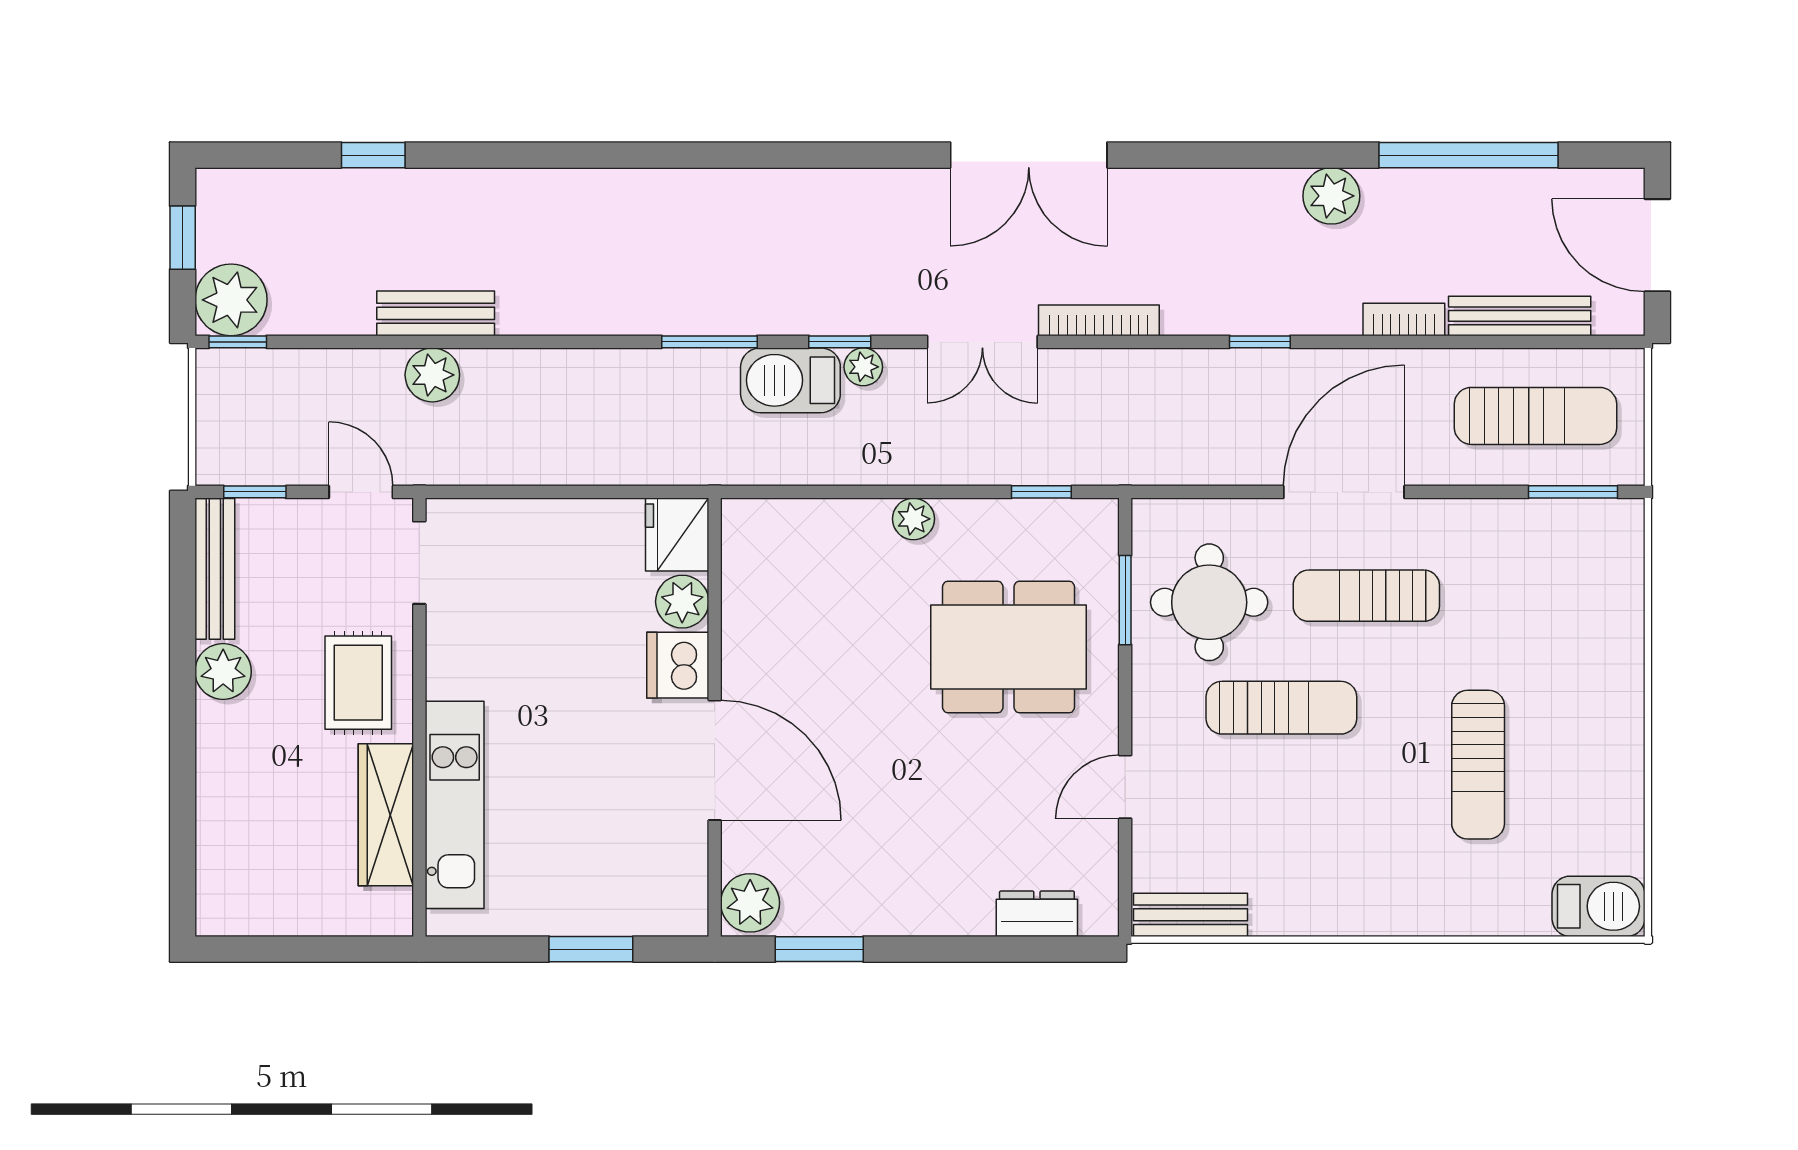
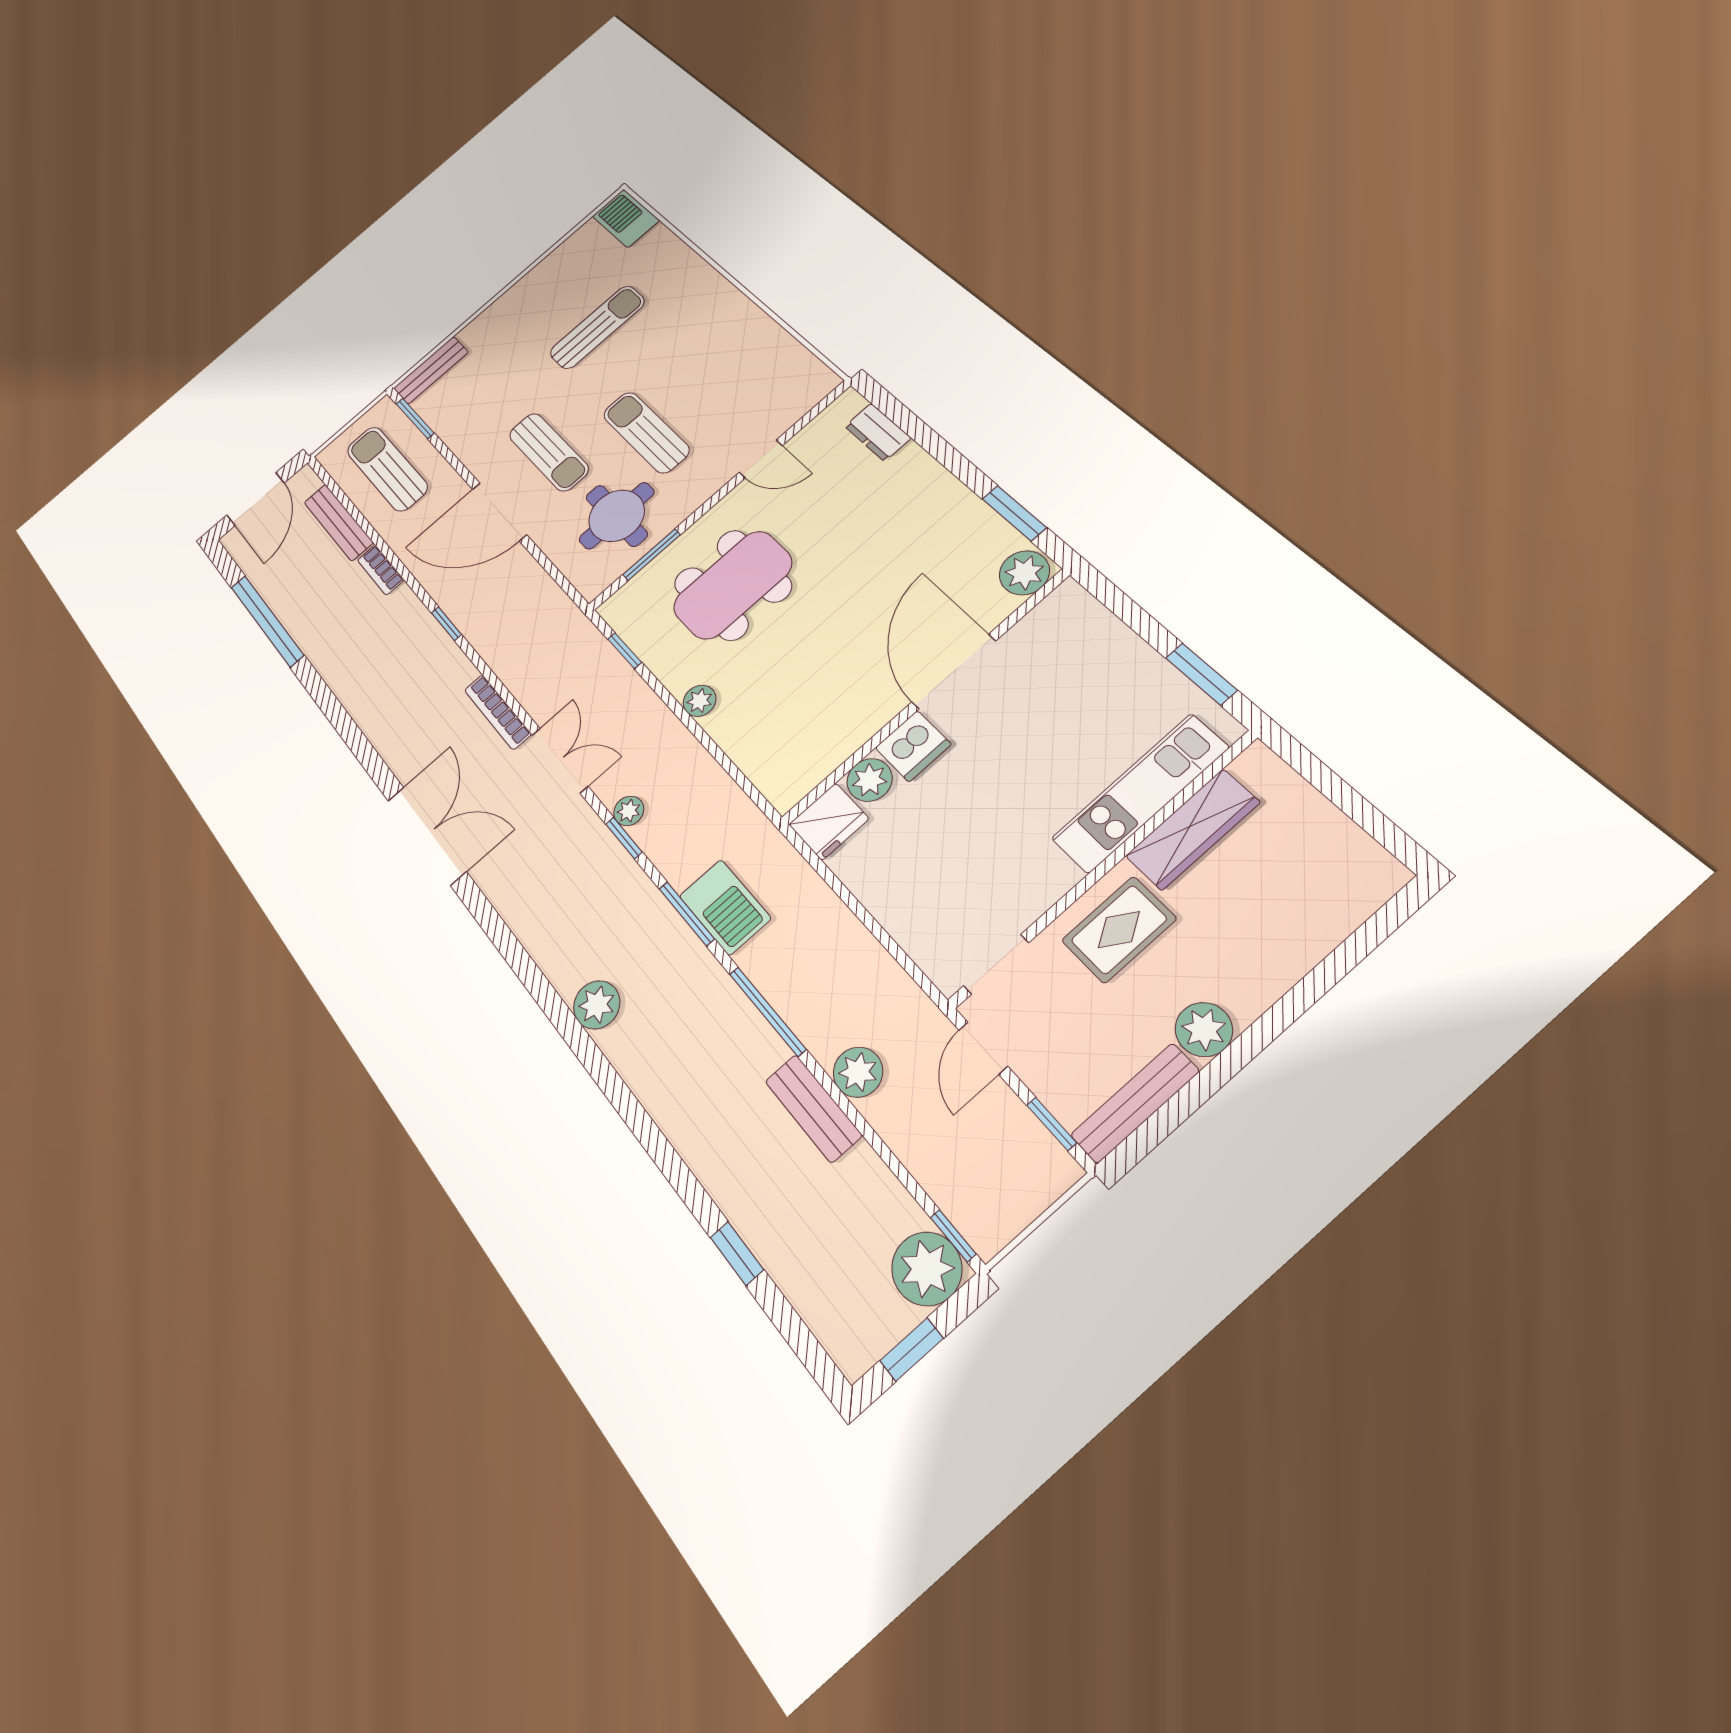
plant: (1331, 196) -> (597, 1005), moved
window: (553, 342) -> (767, 1011), added
barbecue: (790, 380) -> (725, 907), moved
dining table: (1009, 647) -> (733, 585), turned 90
bench: (1190, 915) -> (431, 370), moved, turned 90
window: (591, 949) -> (1201, 674), moved

